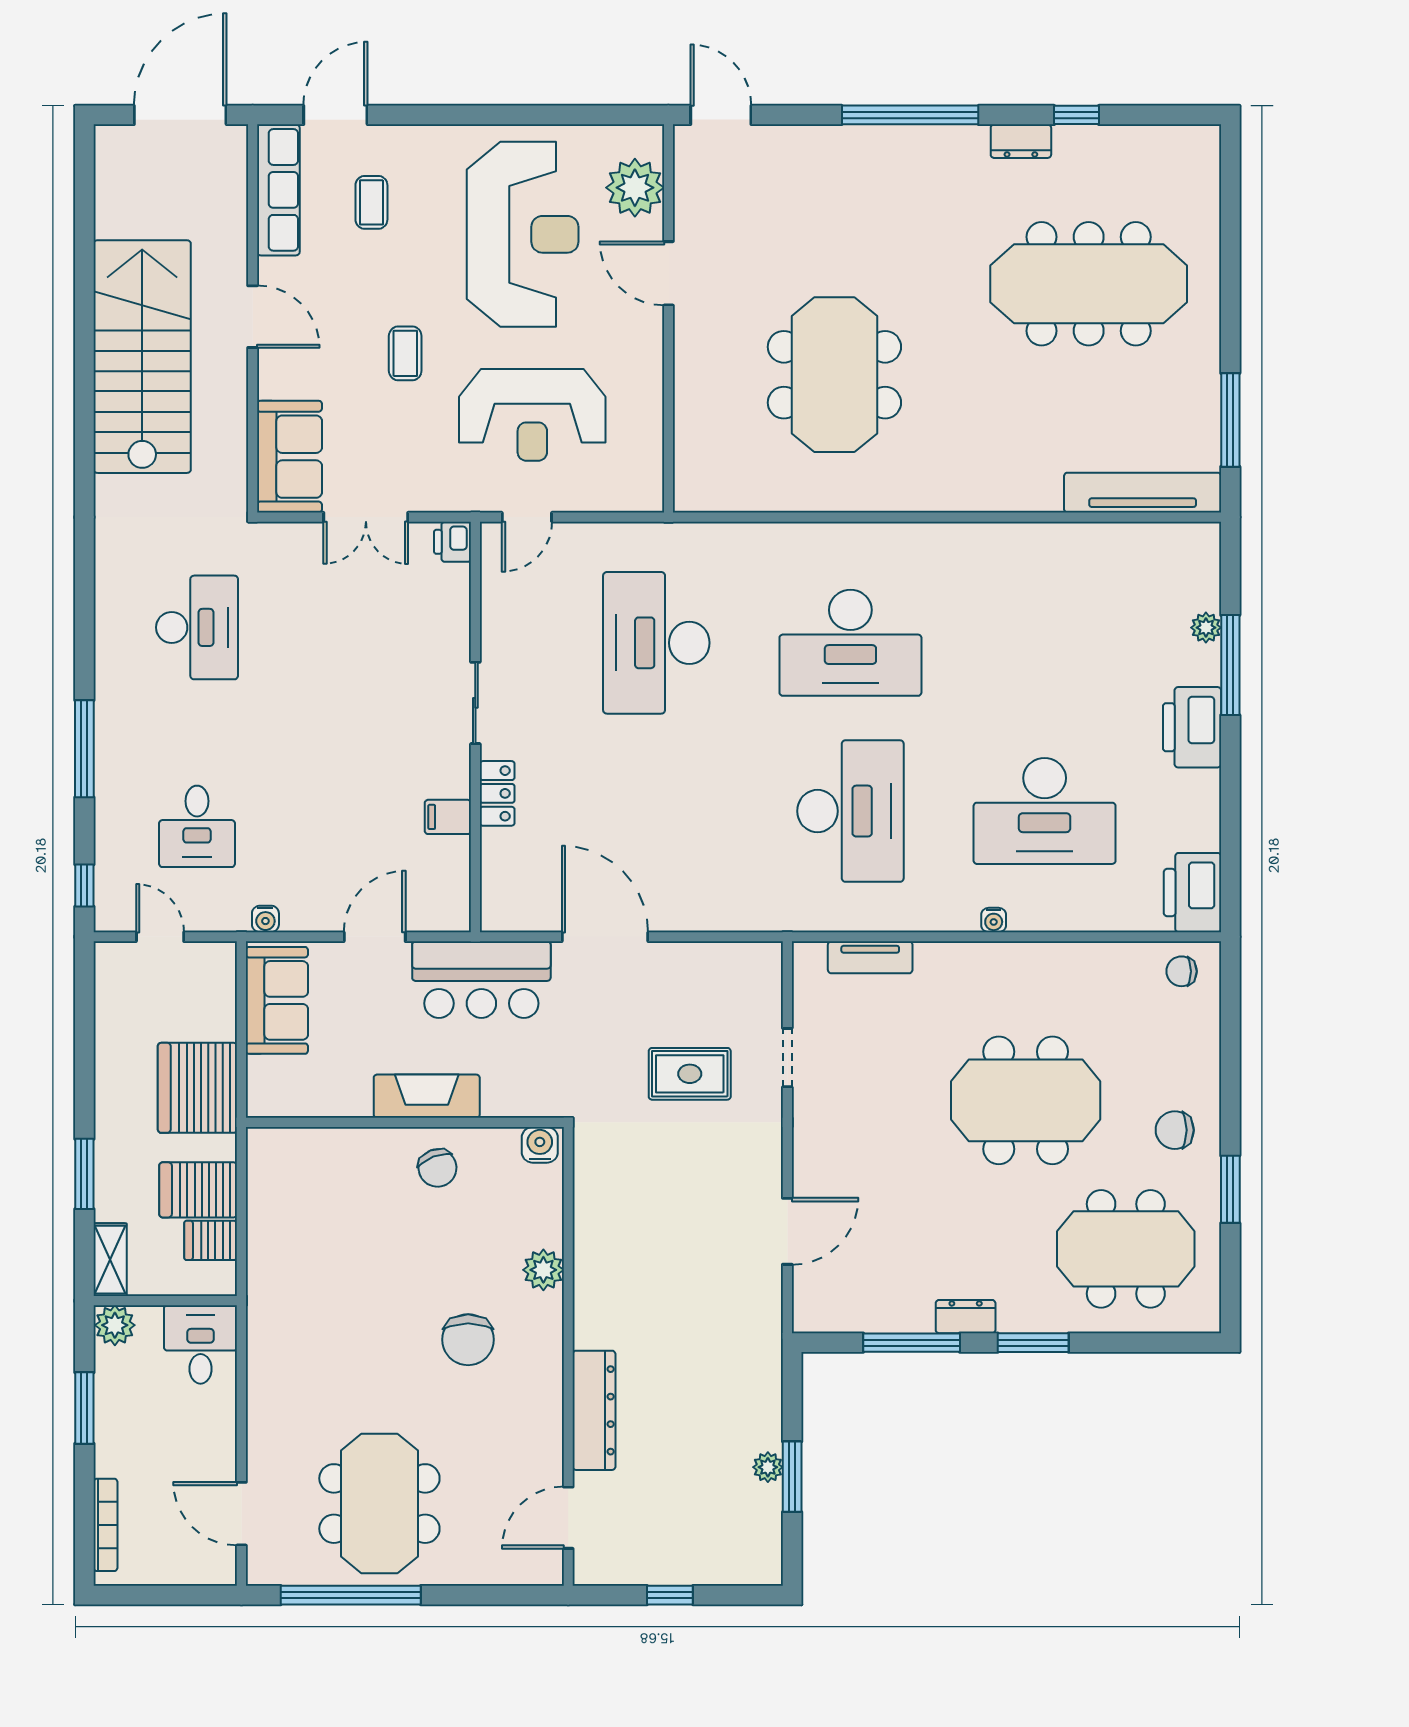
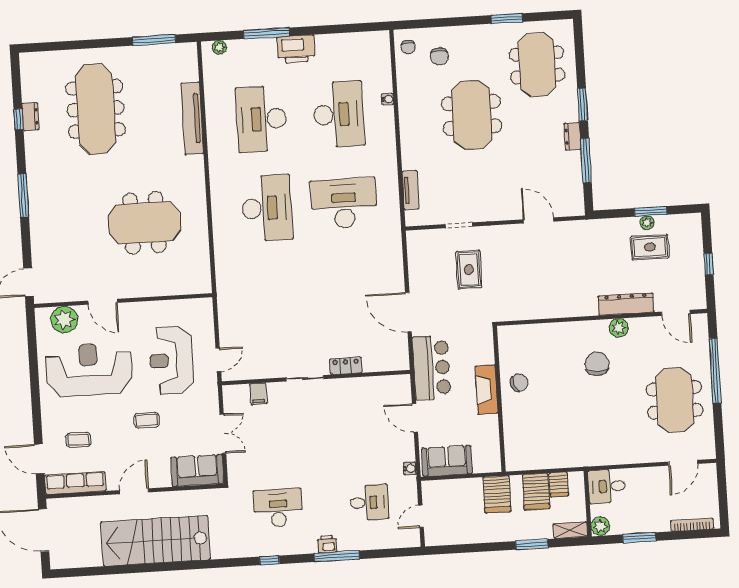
window: (910, 115) -> (23, 195), width x0.68
dresser: (1021, 141) -> (30, 117), moved
door: (668, 273) -> (103, 302), hinge flipped
reception desk: (532, 415) -> (171, 360), turned 180
tv unit: (1143, 493) -> (192, 118), moved
door: (527, 517) -> (218, 360), hinge flipped
printer: (453, 542) -> (327, 544), moved, turned 180
plant: (1206, 628) -> (219, 47), moved
desk: (656, 643) -> (261, 119), moved, turned 90
filing cabinet: (448, 817) -> (258, 394), moved
window: (84, 886) -> (269, 560), moved
printer: (1192, 893) -> (372, 44), removed
water cooler: (994, 920) -> (388, 99), moved
door: (605, 937) -> (408, 312), hinge flipped
server rack: (197, 1088) -> (497, 494), width x0.63
chair: (1175, 1130) -> (439, 56), moved
water cooler: (540, 1145) -> (506, 336), removed
plant: (543, 1270) -> (619, 328), moved
chair: (468, 1340) -> (597, 364), turned -90
rug: (715, 1470) -> (650, 247), added
meeting table: (379, 1504) -> (675, 400), turned 90
window: (351, 1595) -> (715, 371), moved

